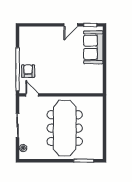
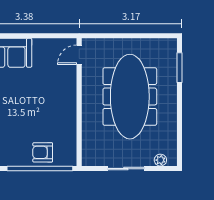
door: (32, 95) -> (79, 55), moved
meeting table: (65, 128) -> (130, 97), turned 90

